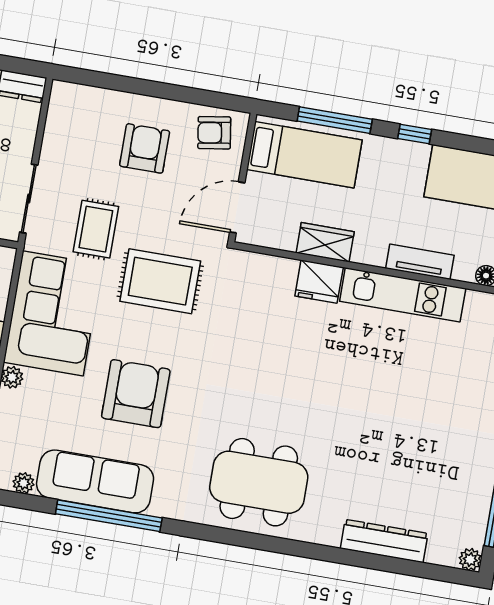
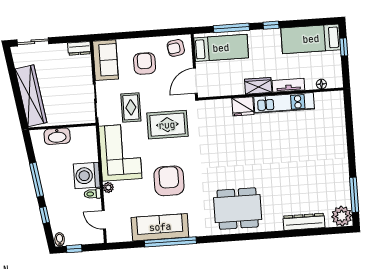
sofa: (69, 123) -> (105, 60), added
wardrobe: (325, 242) -> (258, 86), moved
plant: (24, 483) -> (126, 236), removed
plant: (470, 560) -> (342, 216), width x1.87, depth x1.87

